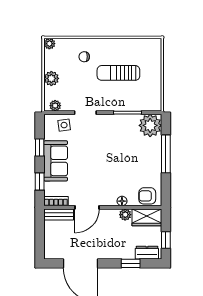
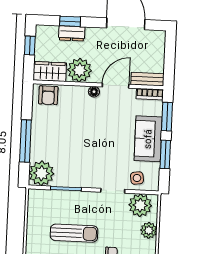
plant: (55, 106) -> (140, 205), width x1.88, depth x1.88
window: (40, 148) -> (165, 154), width x1.50
window: (40, 182) -> (167, 117), width x1.50
armchair: (147, 196) -> (48, 95), turned 90
floor lamp: (122, 201) -> (94, 92), moved
plant: (125, 215) -> (80, 70), width x1.88, depth x1.88
dresser: (147, 253) -> (72, 33), moved

